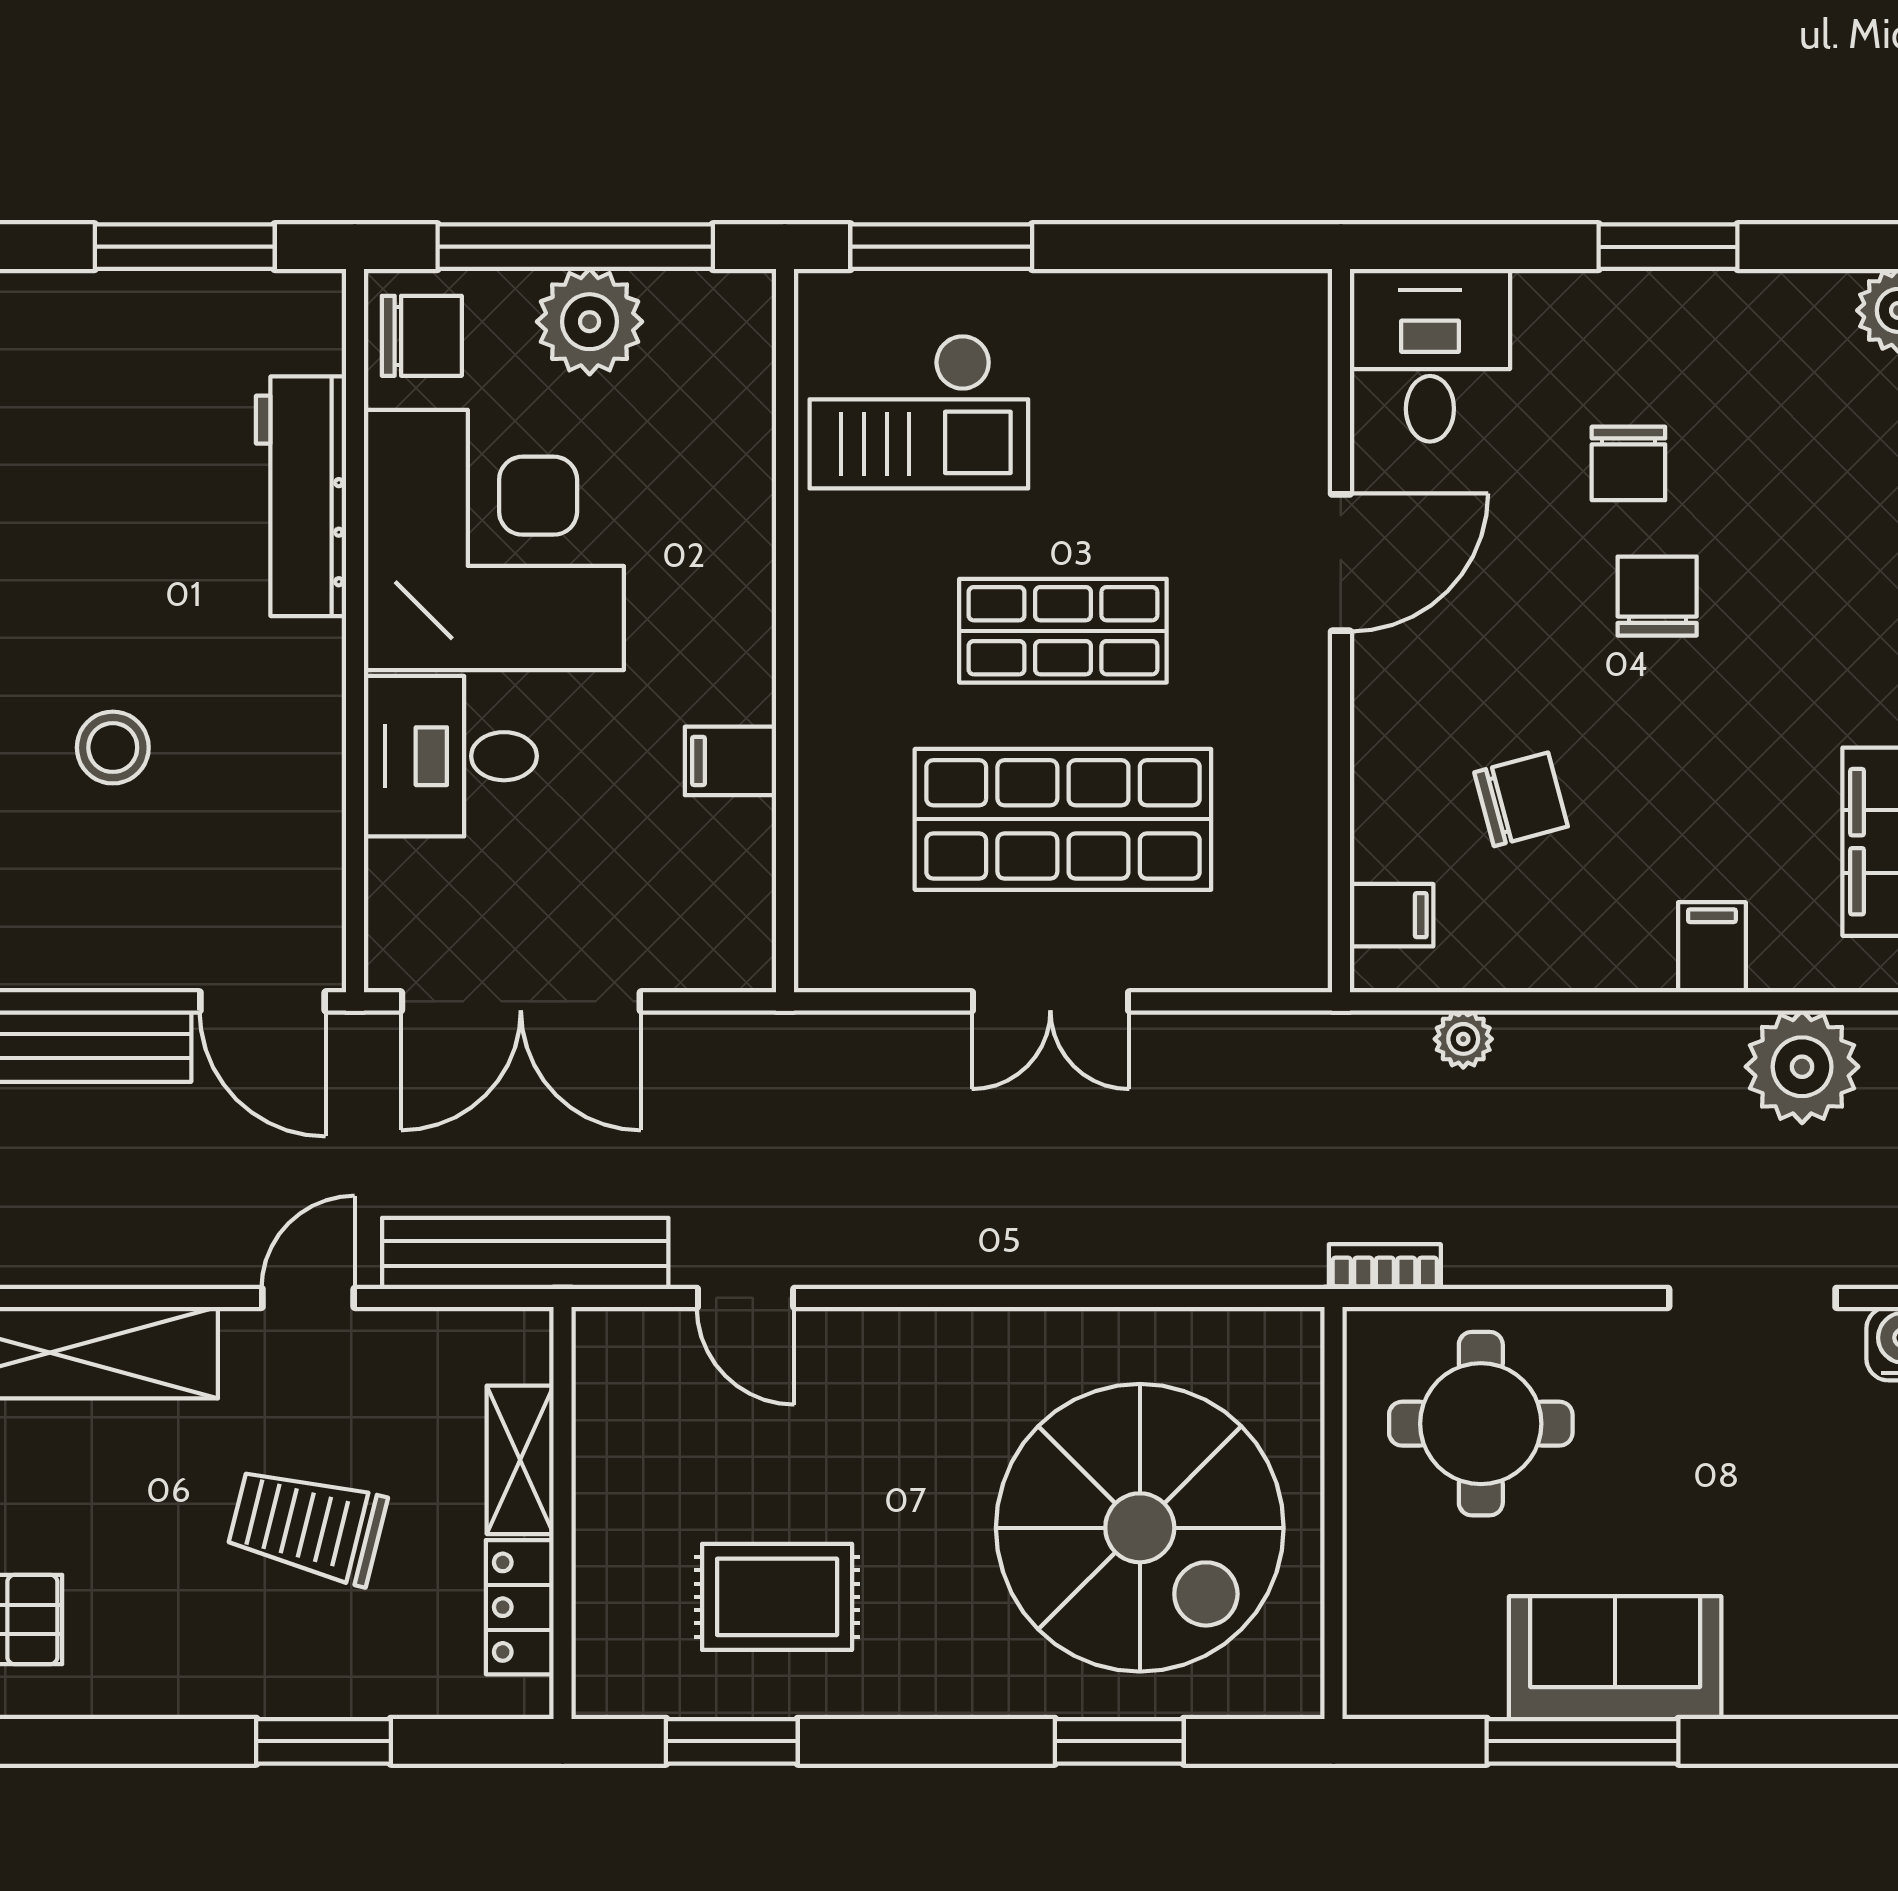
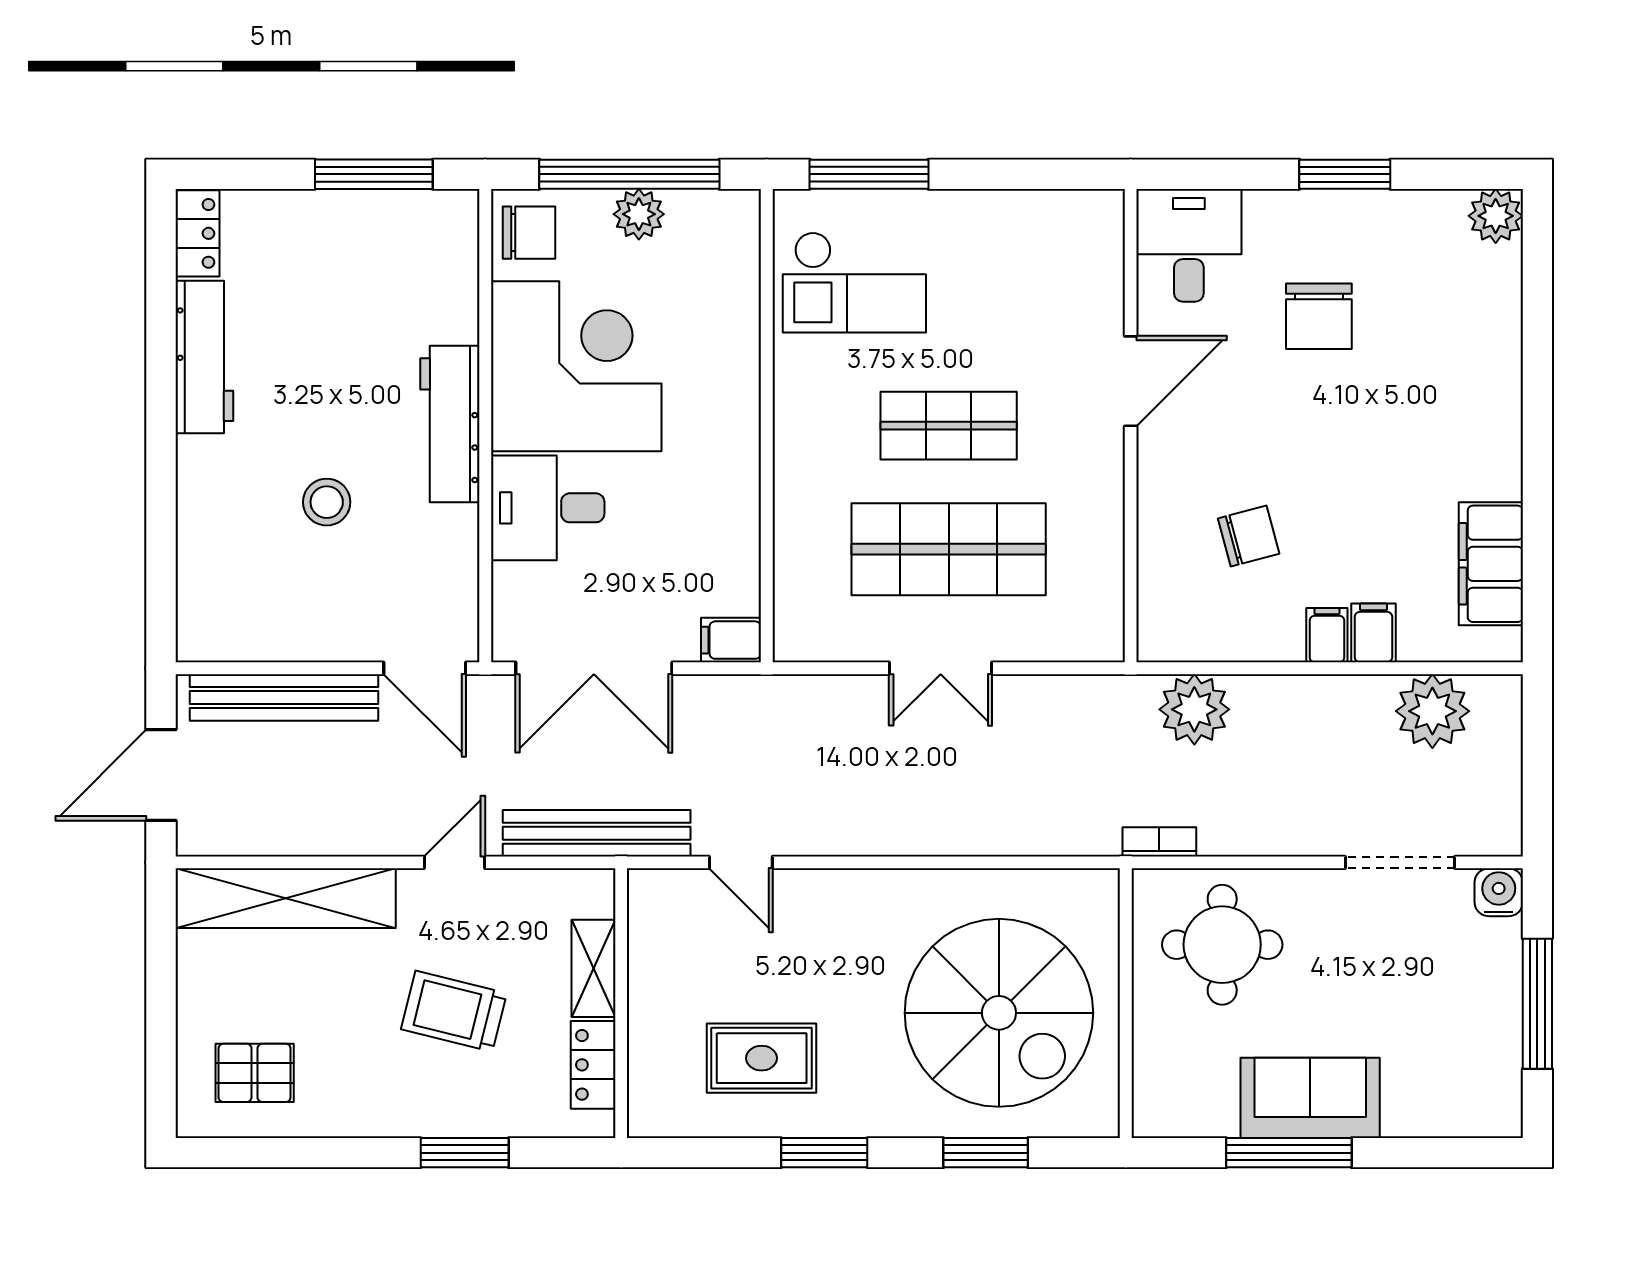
plant: (590, 322) -> (639, 214), width x0.73, depth x0.73
chair: (1628, 463) -> (1319, 316), width x1.37, depth x1.37
workbench: (301, 496) -> (450, 424), moved
chair: (1657, 596) -> (1338, 403), removed
filing cabinet: (730, 761) -> (731, 640), moved
filing cabinet: (1392, 915) -> (1327, 635), moved, turned -90
plant: (1463, 1039) -> (1194, 709), width x1.88, depth x1.88
window: (732, 1741) -> (824, 1153), moved

